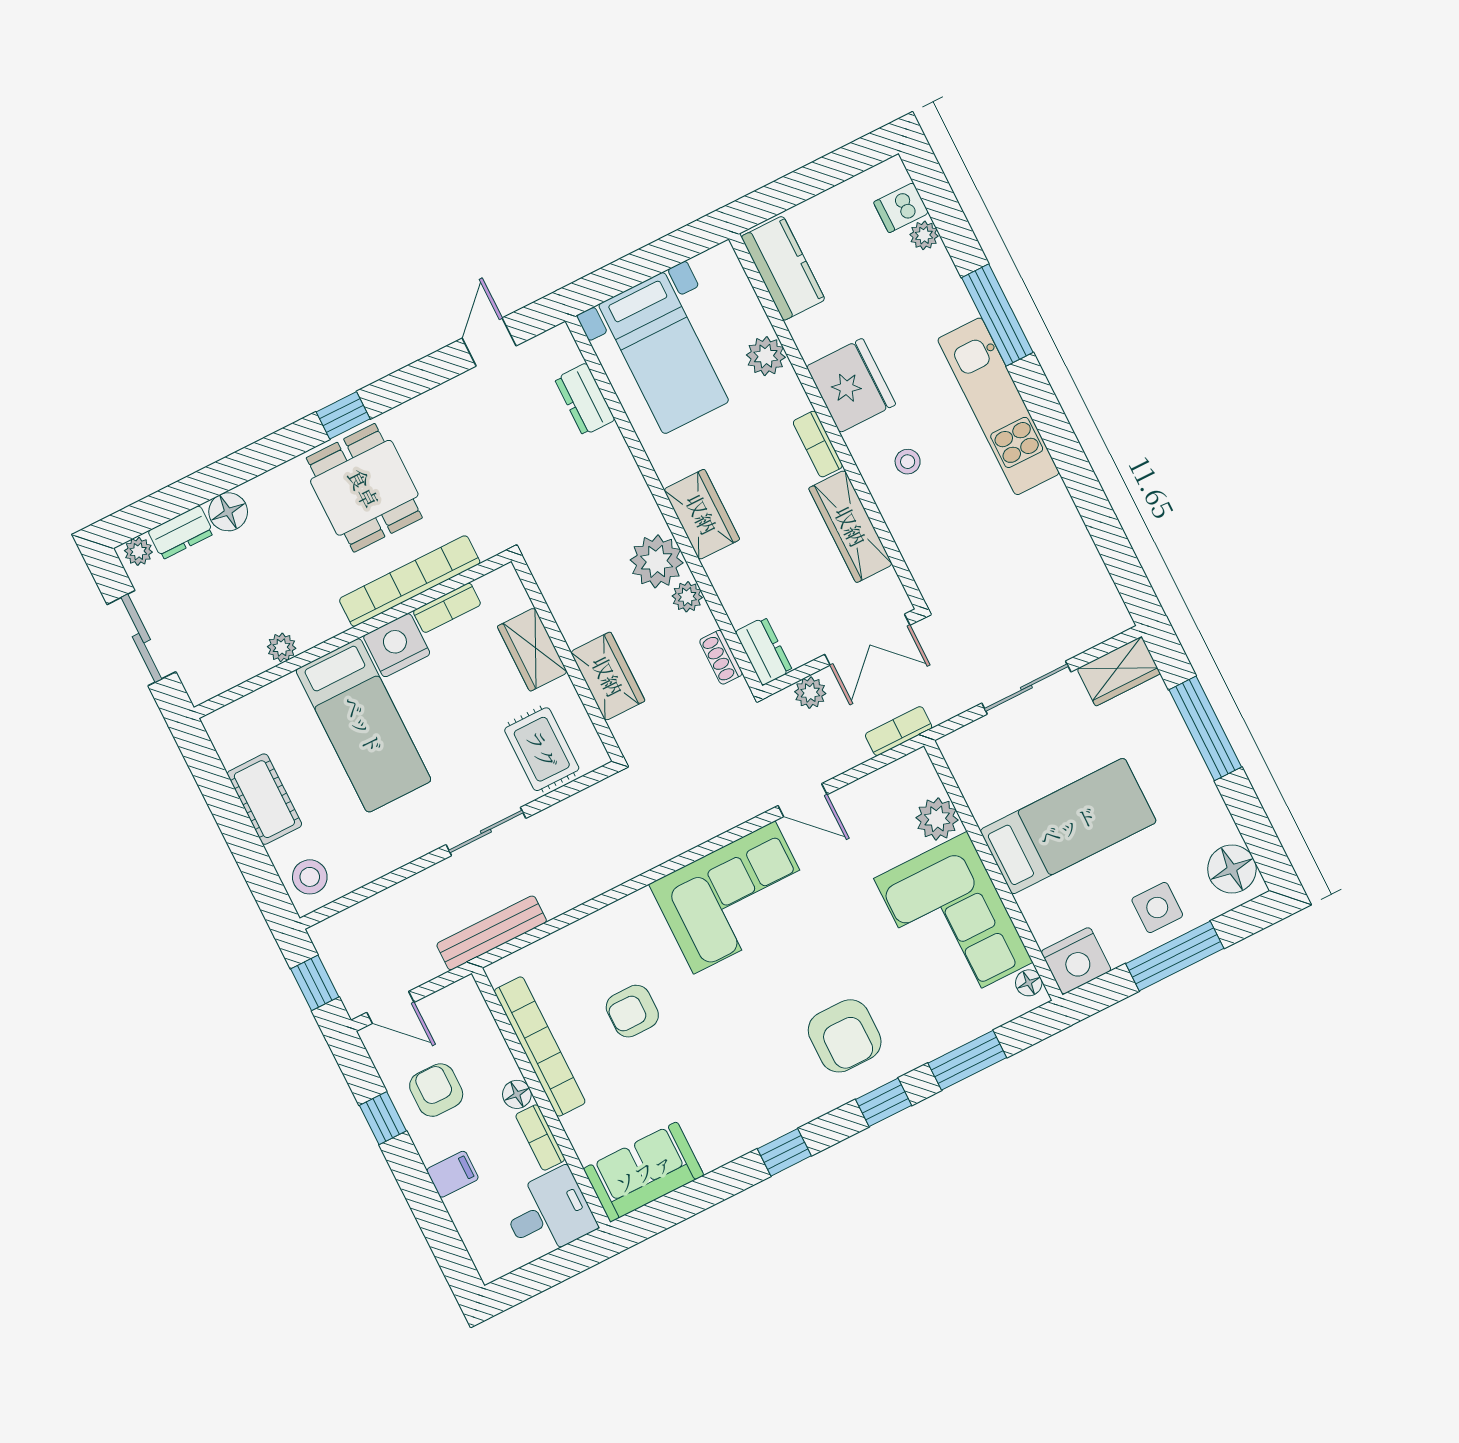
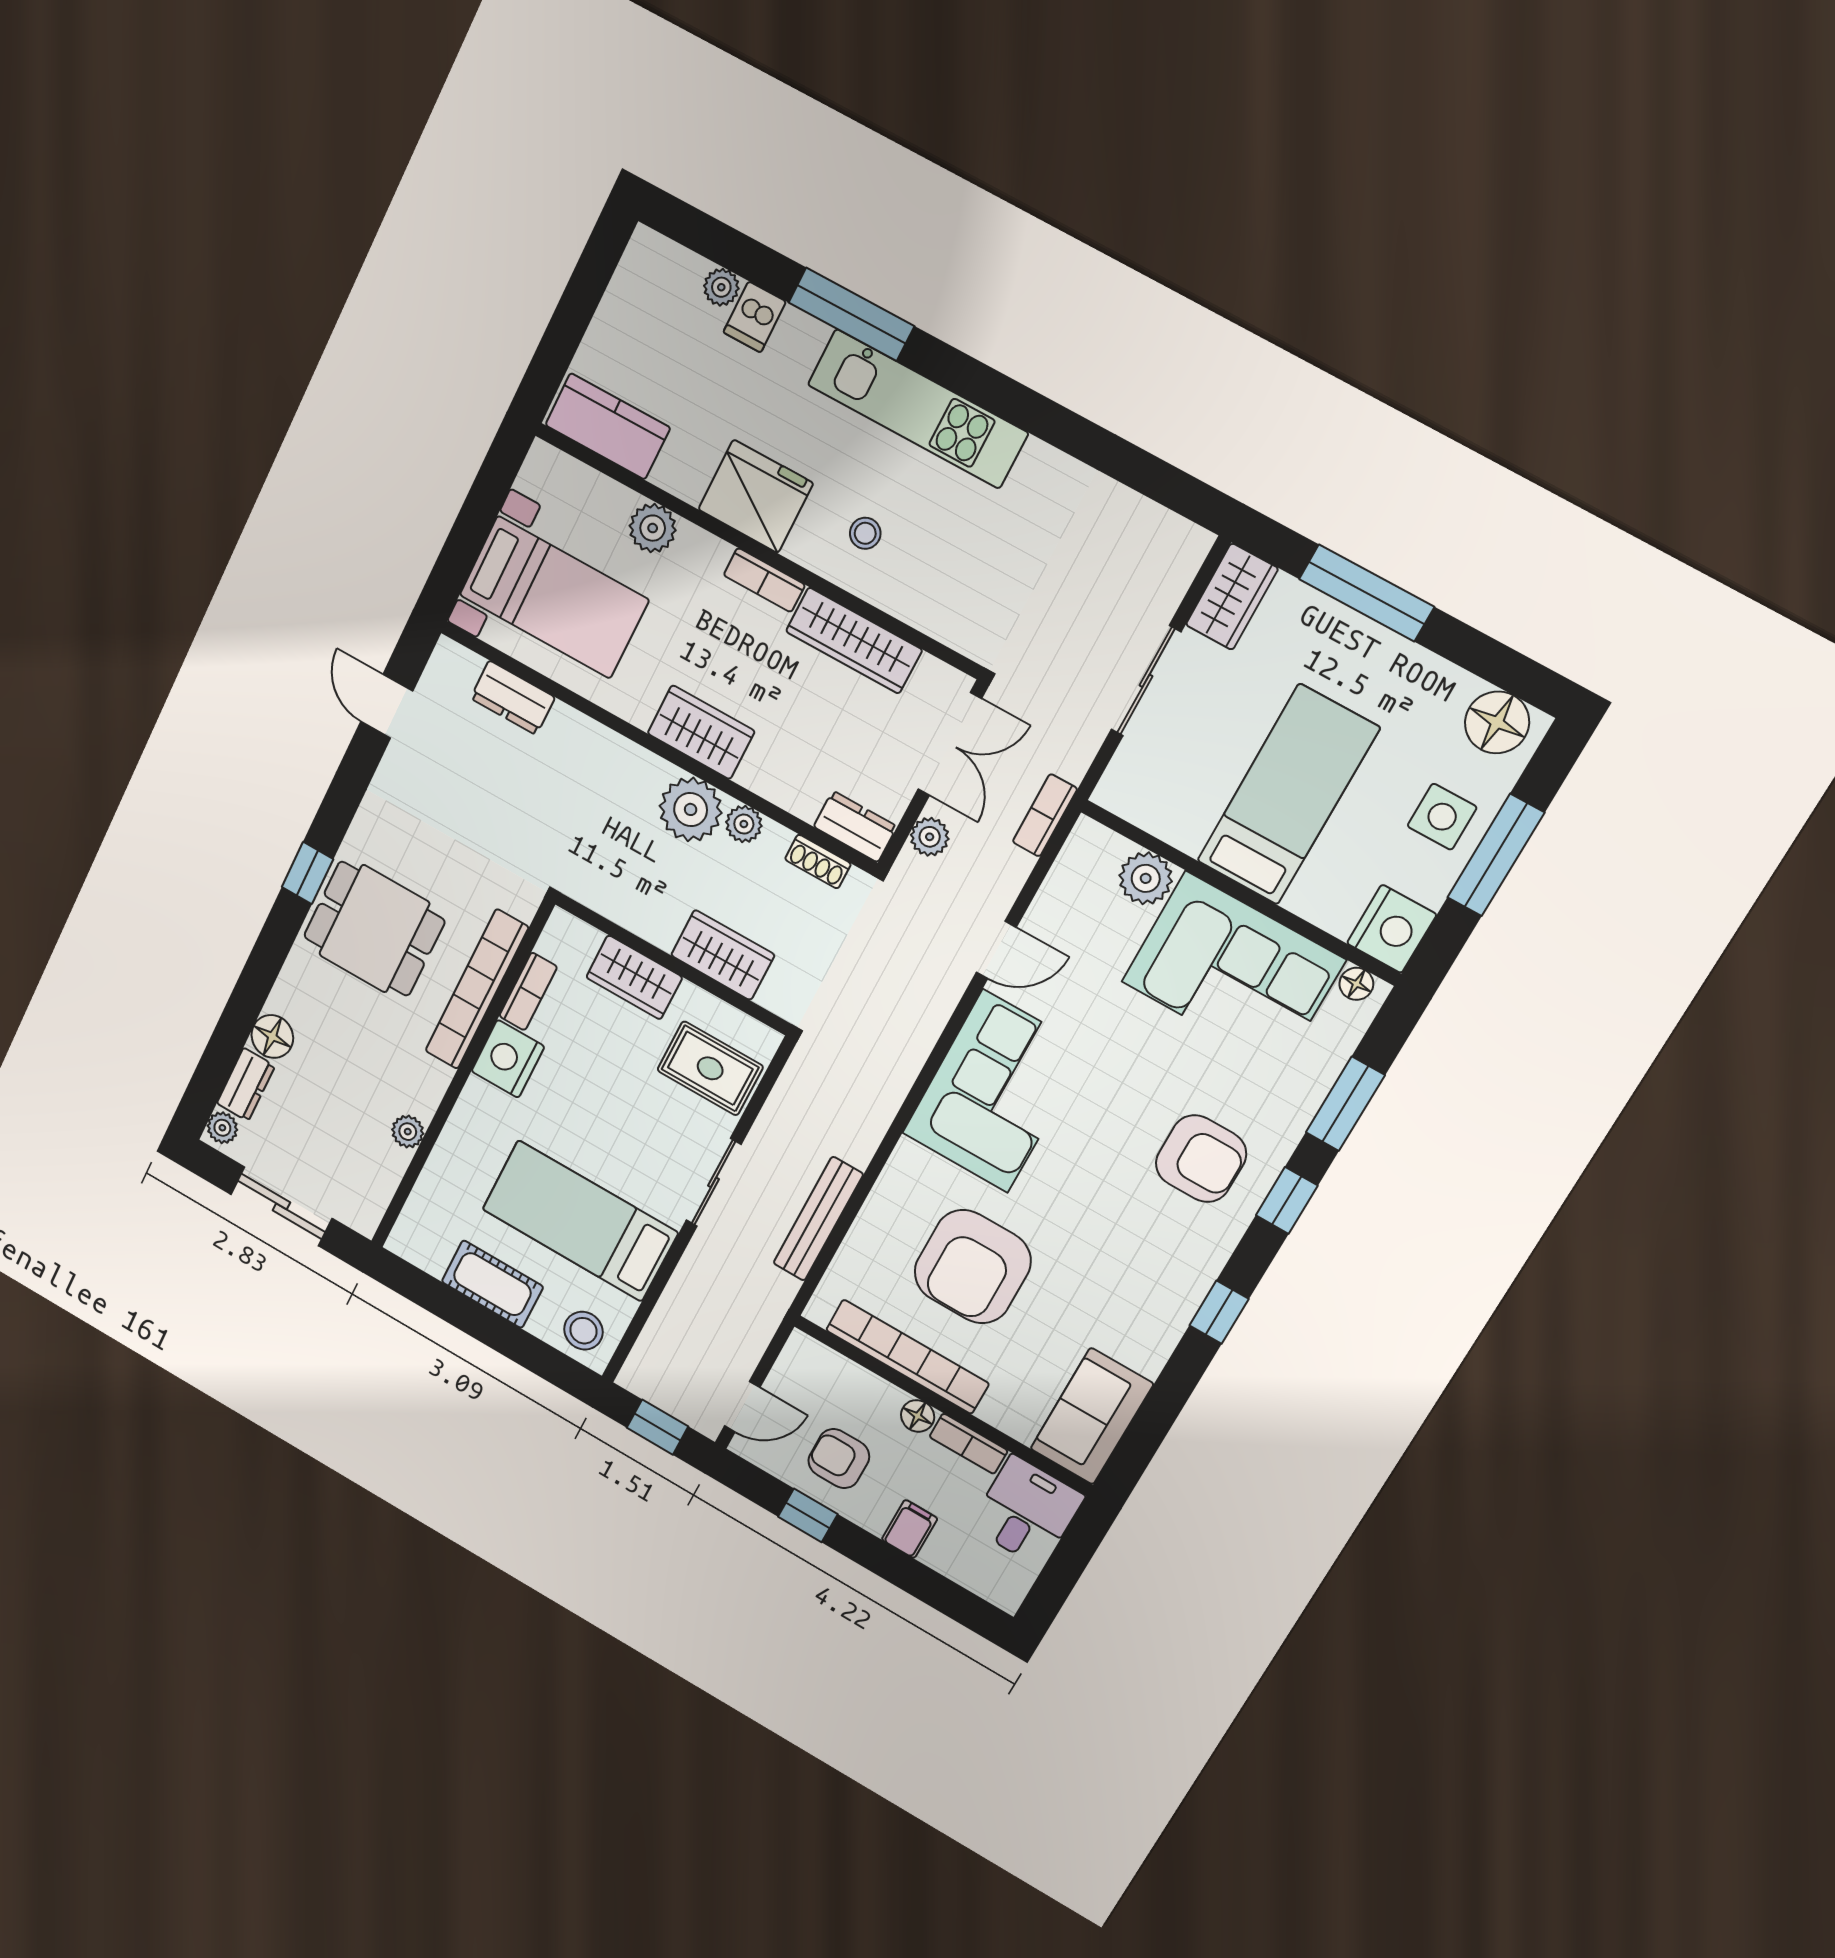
dishwasher: (901, 208) -> (755, 317), moved
bed: (363, 725) -> (580, 1221), moved, turned 180
bench: (492, 933) -> (818, 1219), moved
armchair: (632, 1011) -> (973, 1267), width x1.88, depth x1.88

